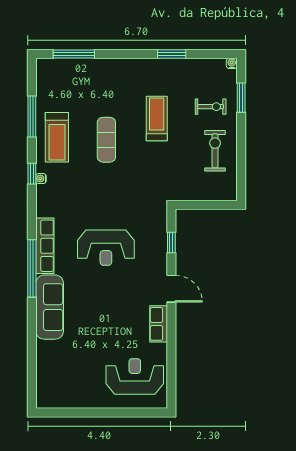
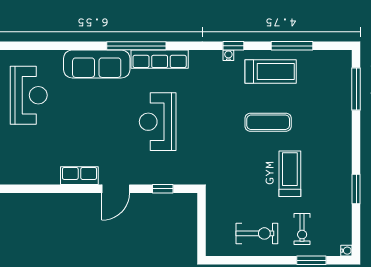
treadmill: (157, 119) -> (290, 174), turned -90
treadmill: (57, 137) -> (271, 72), turned 180
reception desk: (135, 376) -> (29, 95), moved

